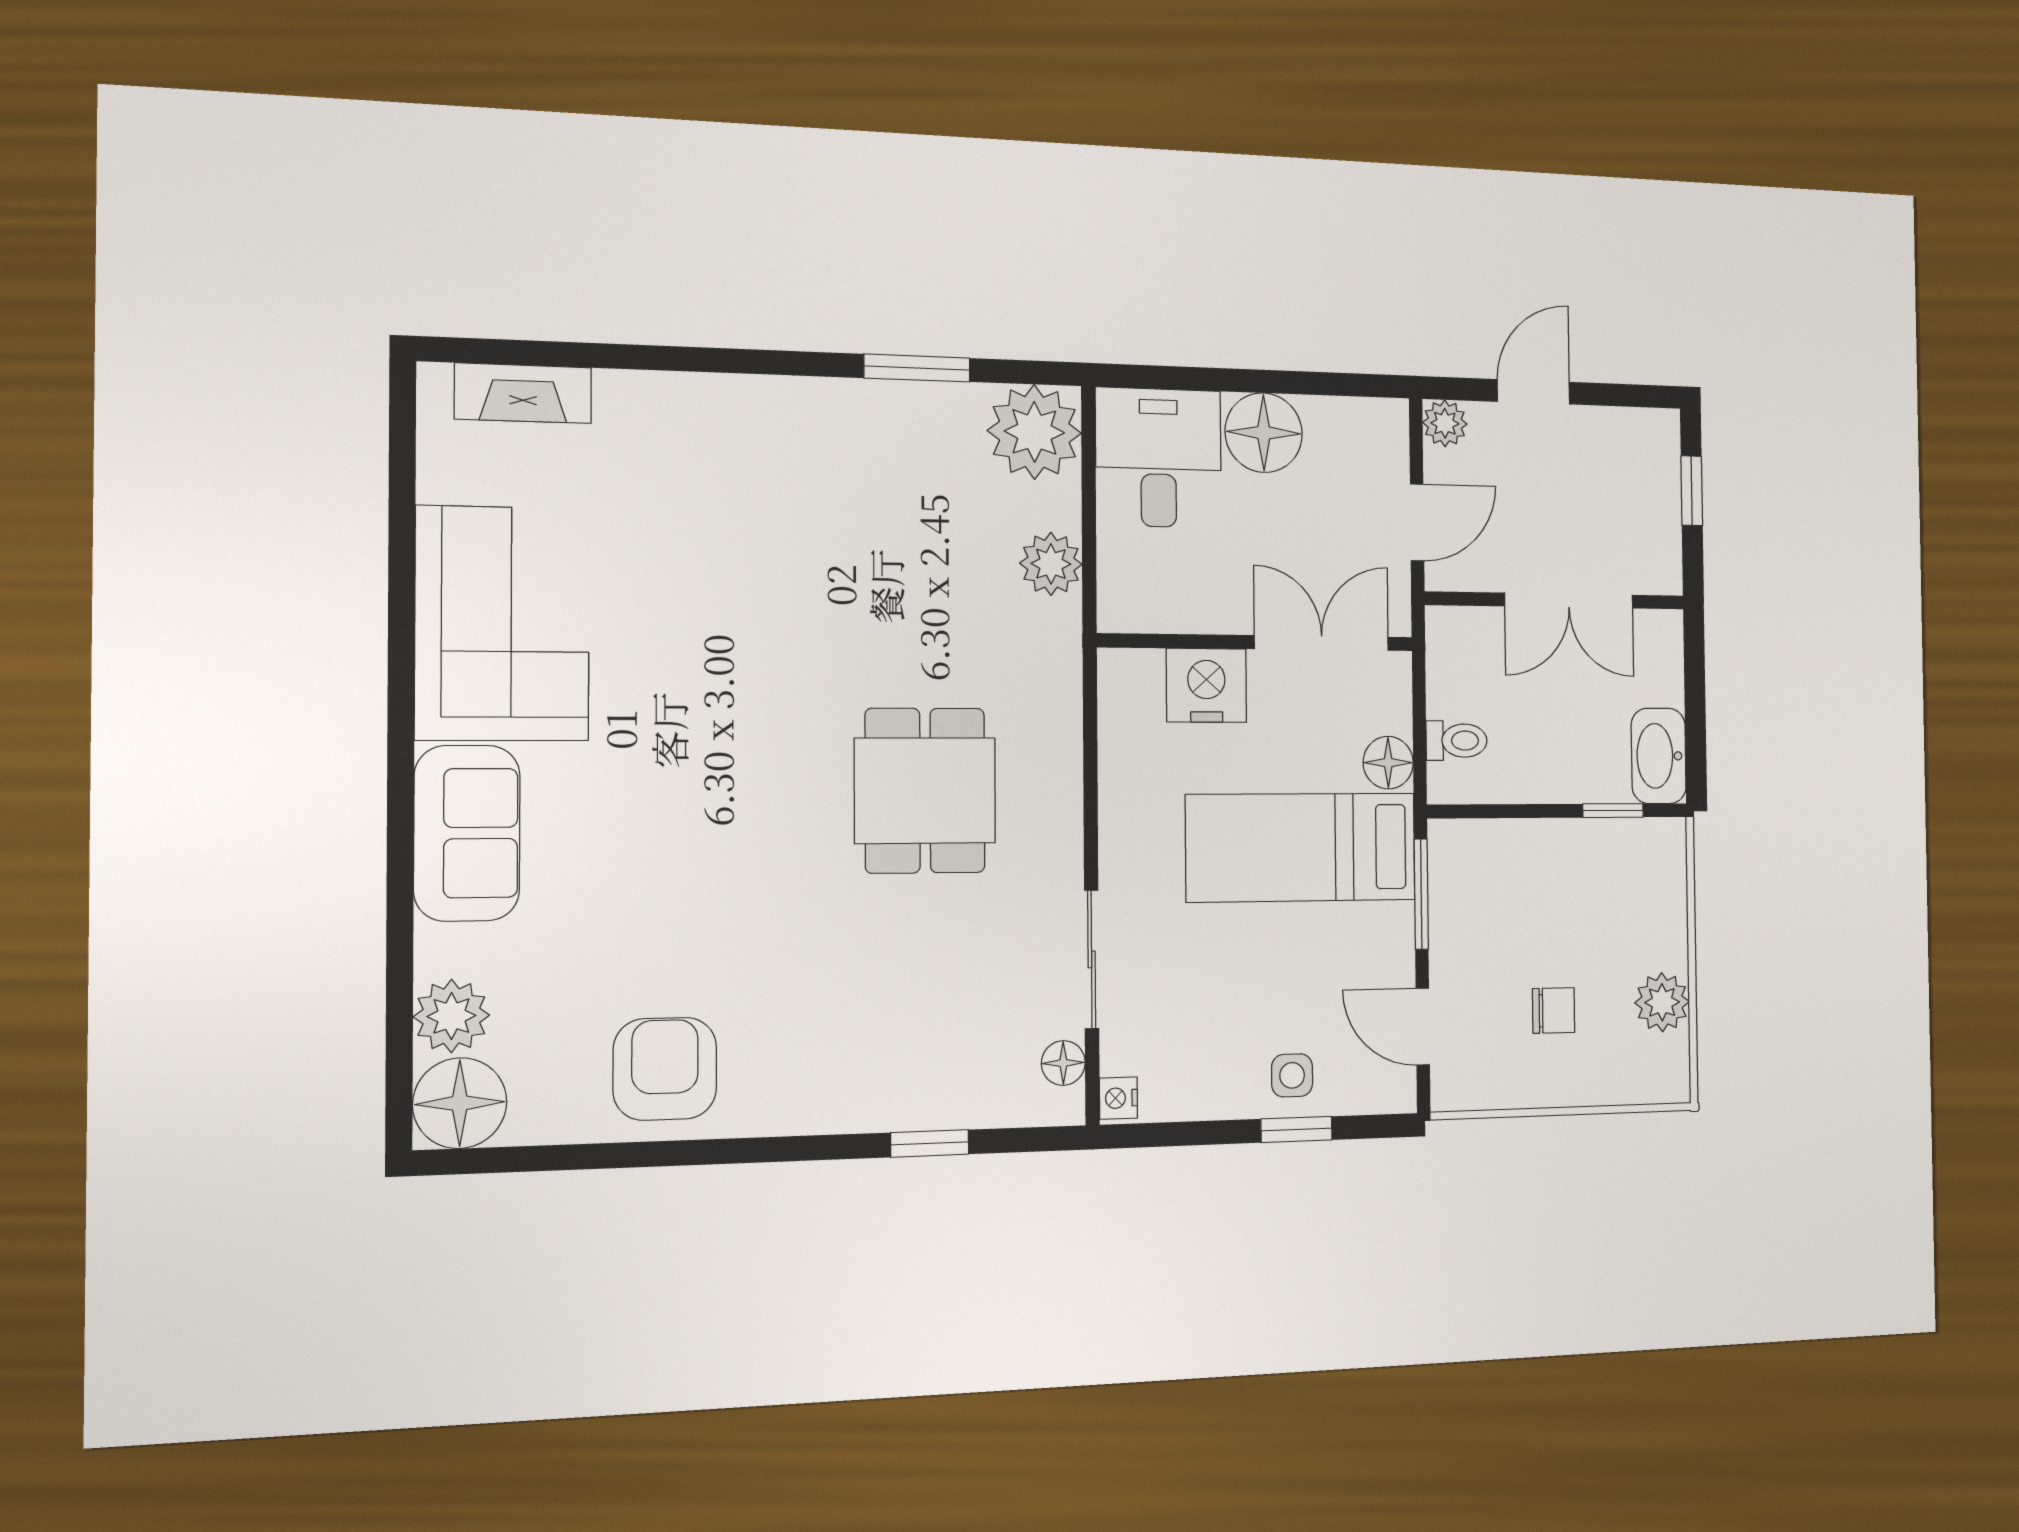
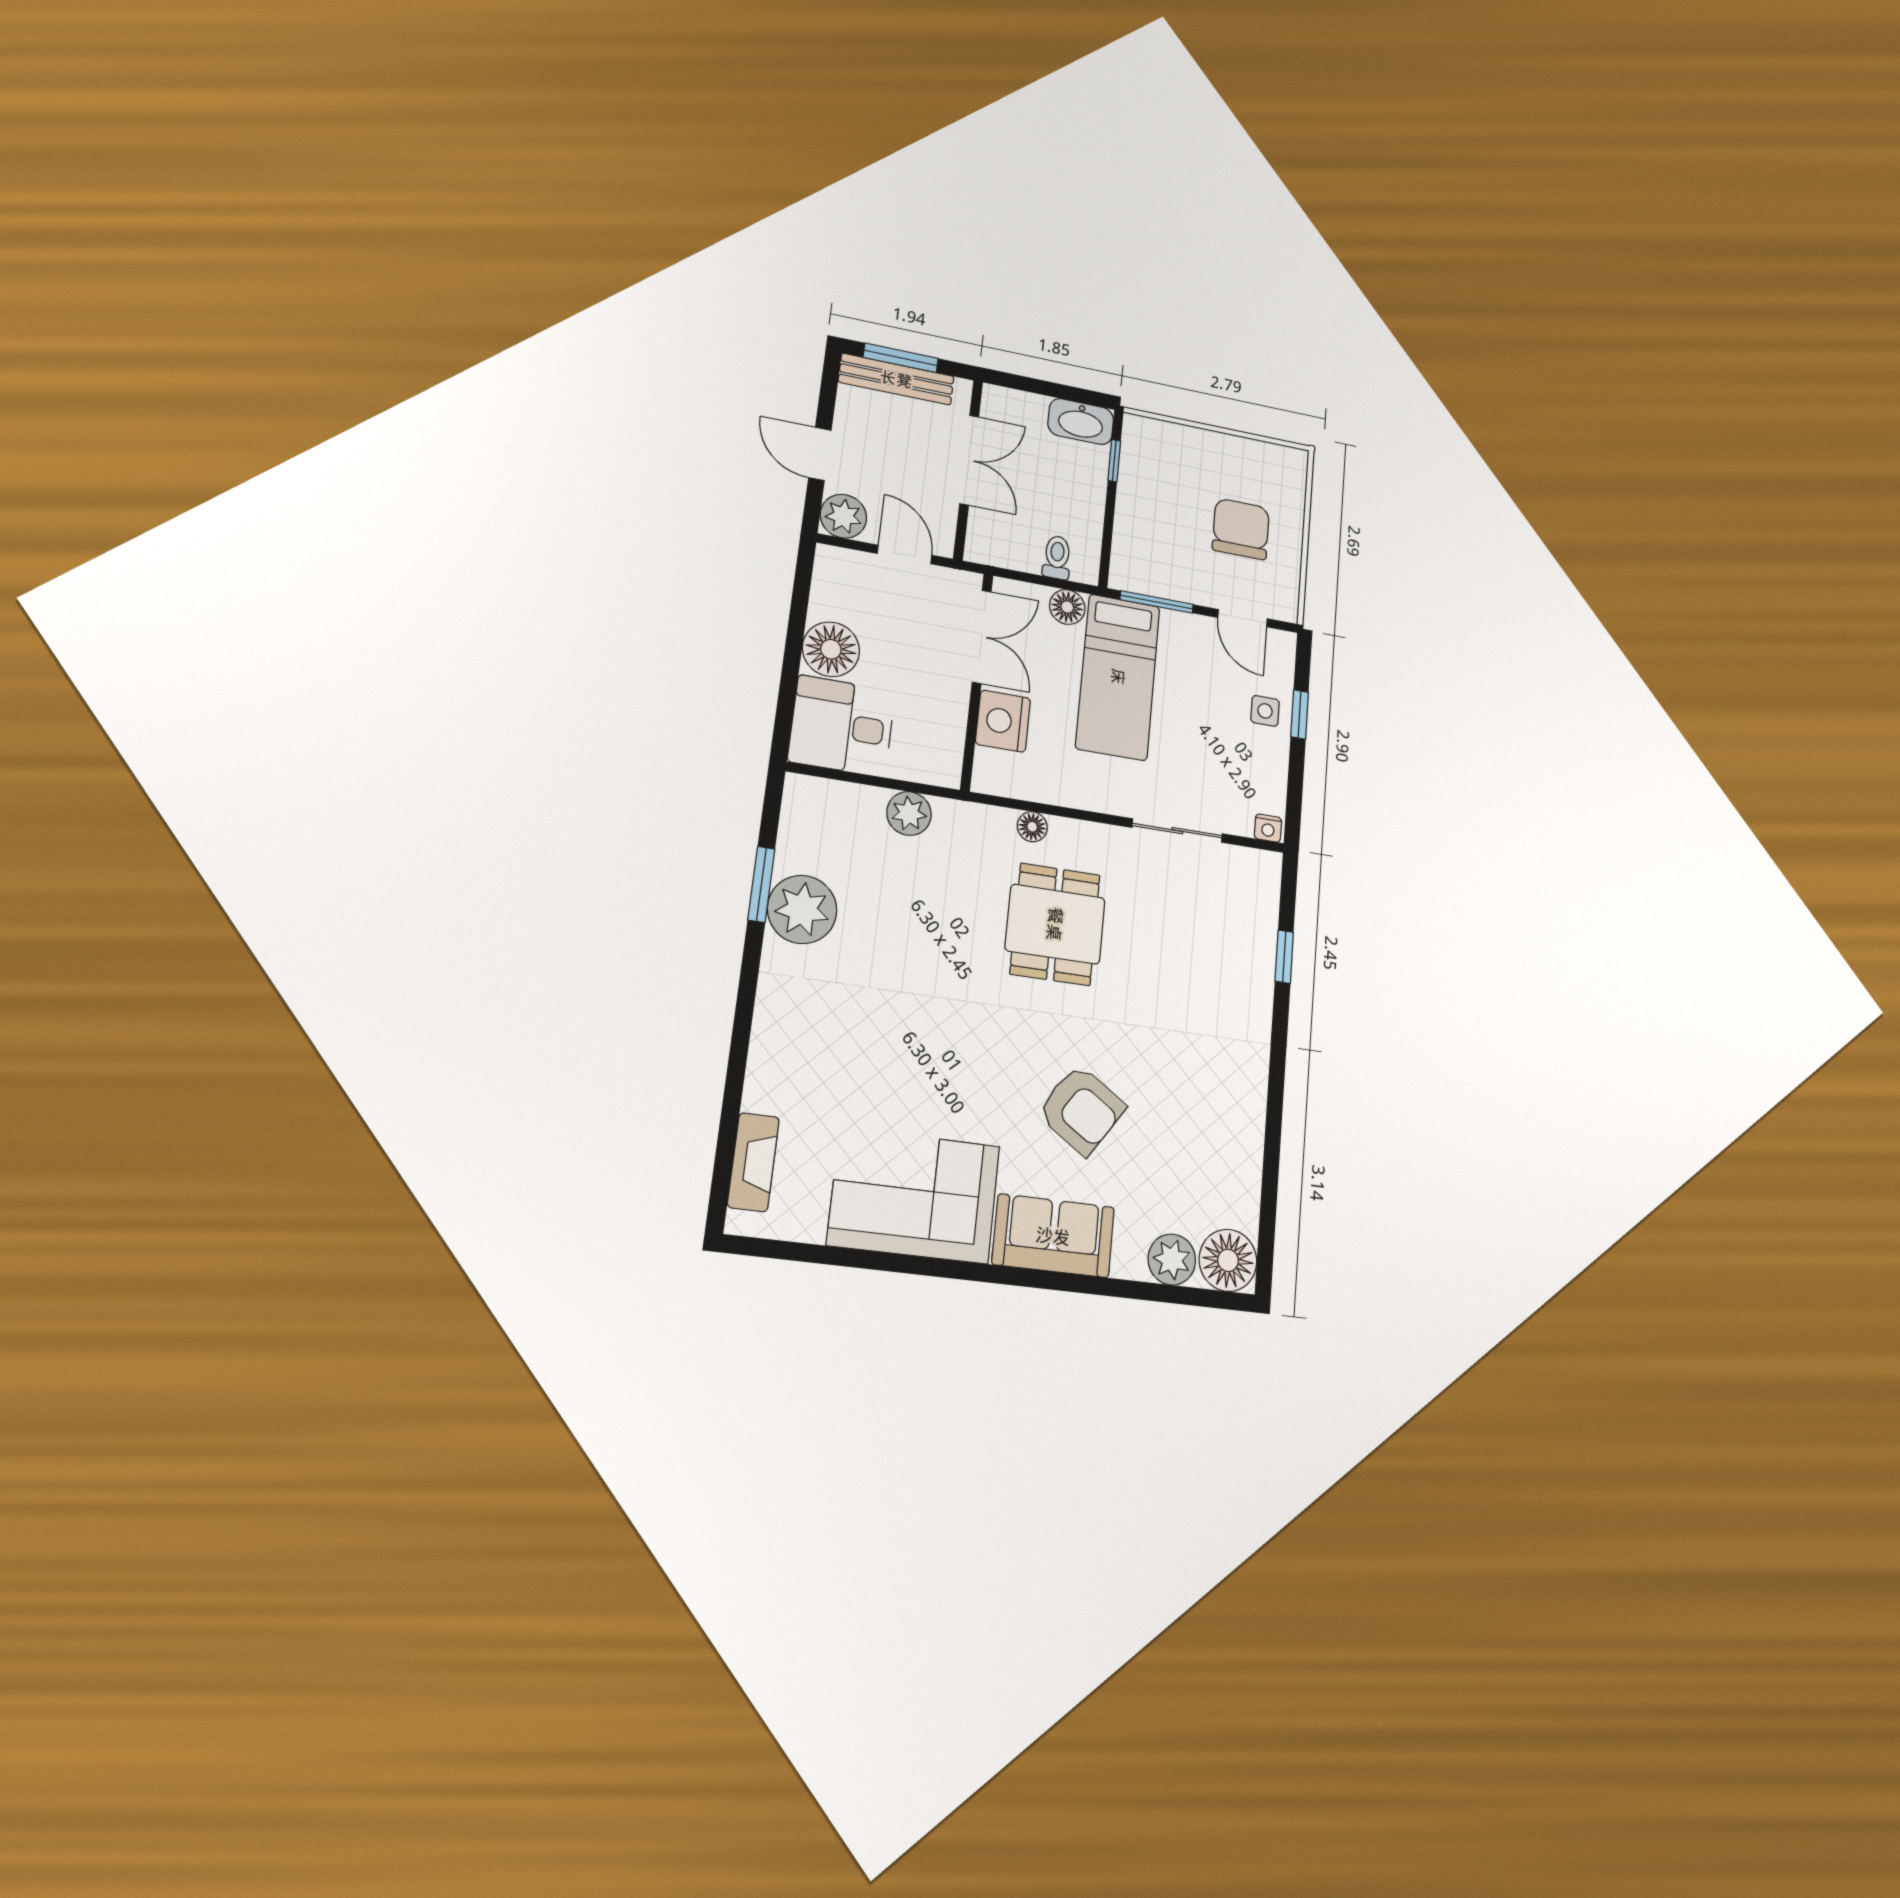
plant: (1445, 423) -> (843, 516), width x1.38, depth x1.38
plant: (1034, 432) -> (802, 909), moved
bench: (1661, 487) -> (896, 379), added
window: (1692, 491) -> (901, 358), width x1.50
double door: (1322, 643) -> (982, 637), swing flipped
dining table: (925, 791) -> (1055, 924), turned 90
plant: (1662, 1002) -> (1243, 455), removed
chair: (1554, 1010) -> (1241, 529), width x1.87, depth x1.87
door: (1423, 1027) -> (1243, 618), hinge flipped
floor lamp: (1063, 1063) -> (1032, 827), moved
armchair: (665, 1069) -> (1081, 1110), moved, turned -146

